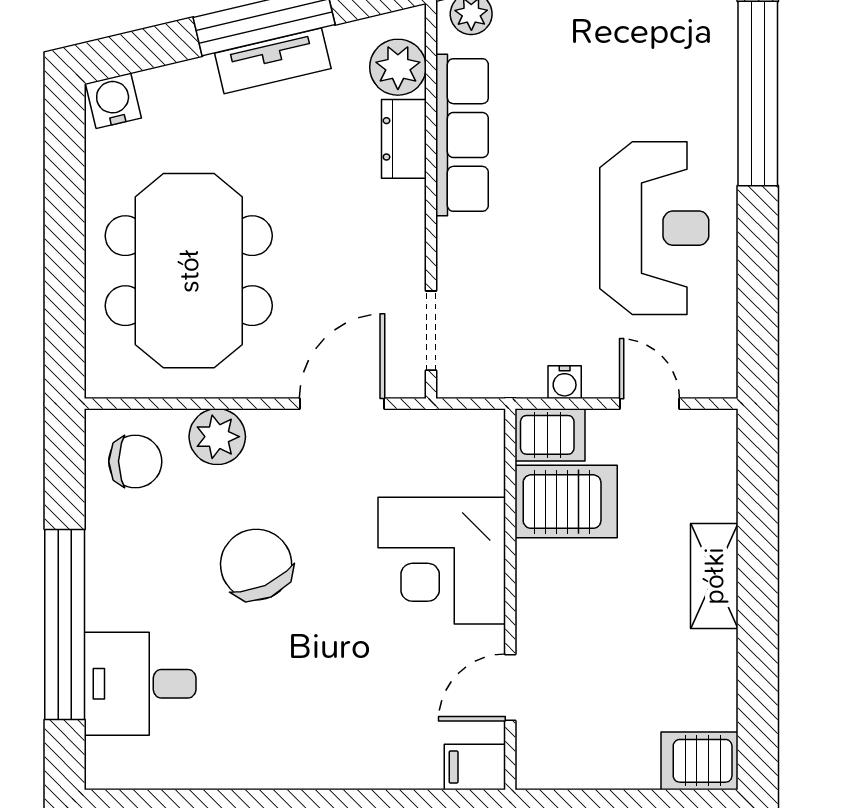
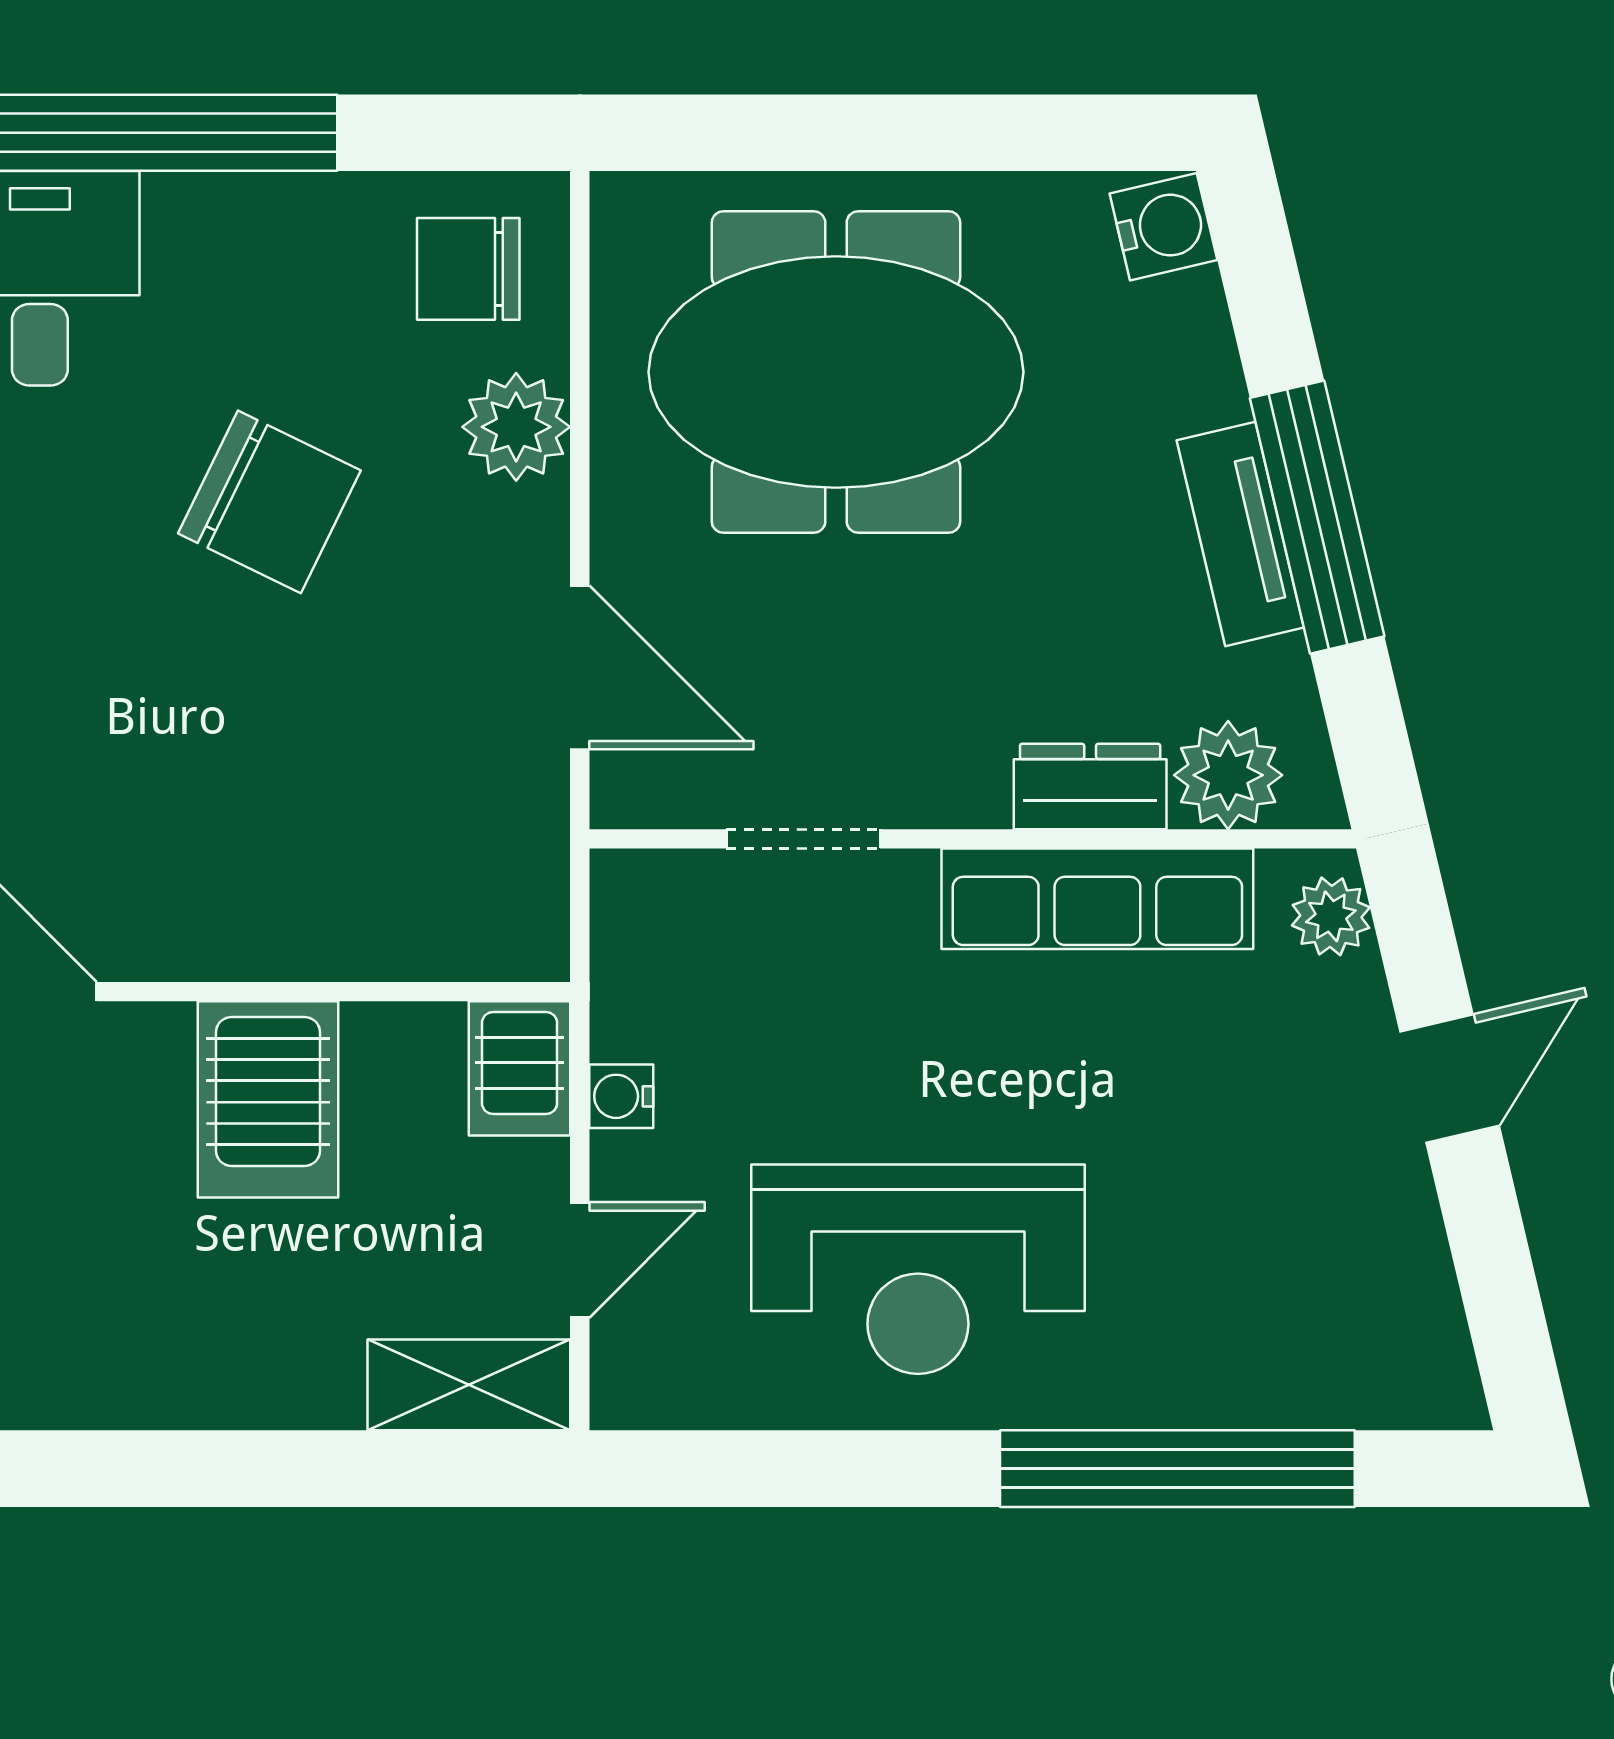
doorway: (431, 331) -> (803, 839), moved
chair: (135, 461) -> (468, 269), turned 90
server rack: (566, 502) -> (268, 1099), moved
corner desk: (442, 561) -> (277, 859), removed
chair: (256, 565) -> (269, 502), turned 50
shelving: (714, 576) -> (469, 1385), moved

